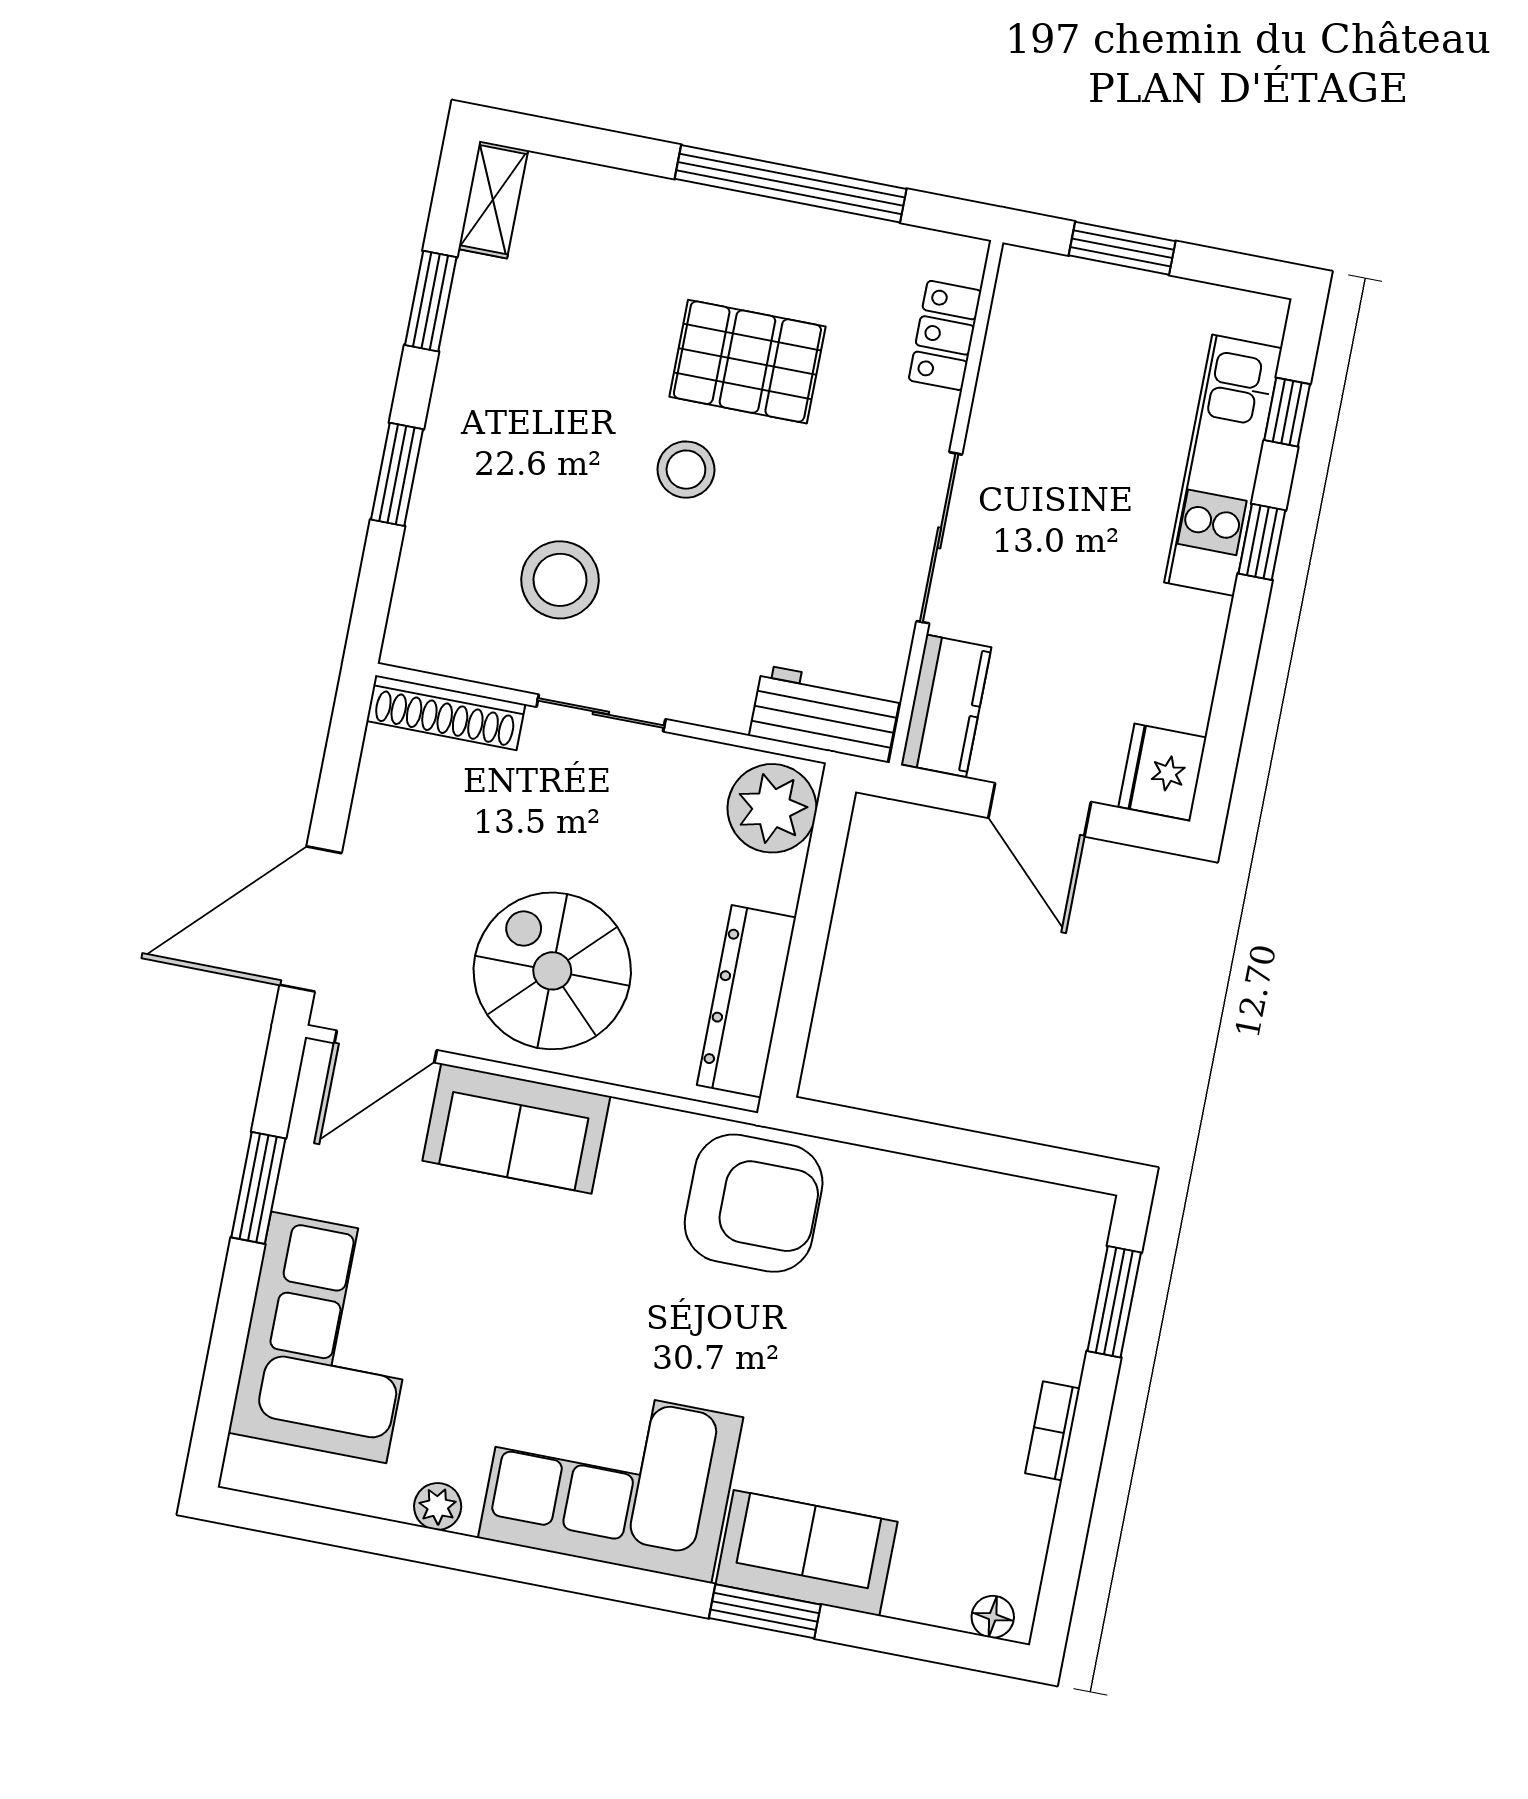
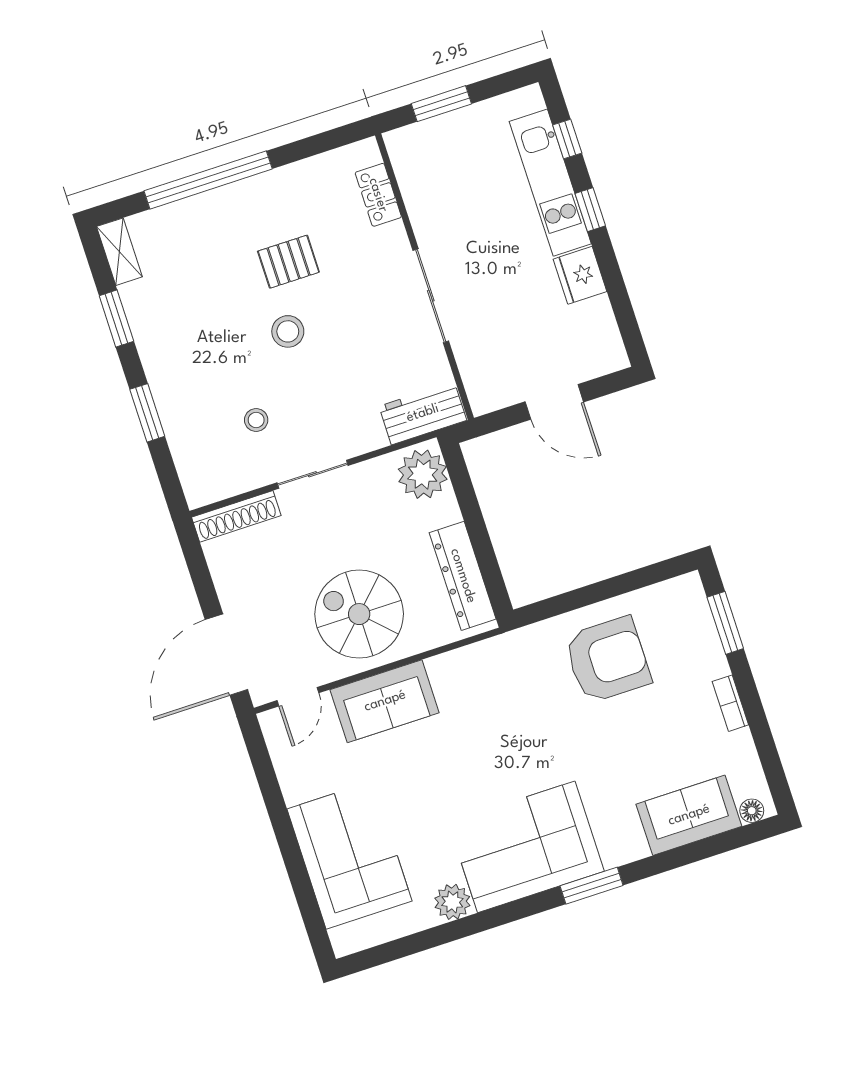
window: (791, 184) -> (208, 180), moved
pallet: (747, 362) -> (288, 262), width x0.67, depth x0.71
stool: (560, 580) -> (256, 420), width x0.53, depth x0.53
kitchen counter: (946, 706) -> (480, 376), removed
fridge: (1162, 772) -> (580, 275), moved
door: (386, 1047) -> (298, 697), width x0.73
window: (258, 1188) -> (274, 801), removed
armchair: (754, 1203) -> (607, 660), moved
plant: (438, 1506) -> (452, 902), width x1.38, depth x1.38
sofa: (807, 1553) -> (689, 815), moved
window: (765, 1611) -> (592, 886), moved

